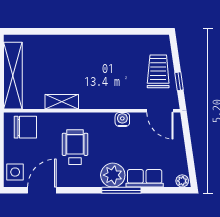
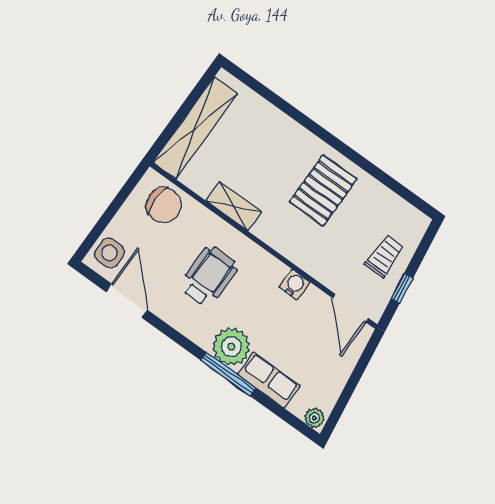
pallet: (102, 60) -> (323, 190), added
trolley: (158, 71) -> (385, 256), width x0.73, depth x0.72
door: (42, 190) -> (127, 301), hinge flipped

